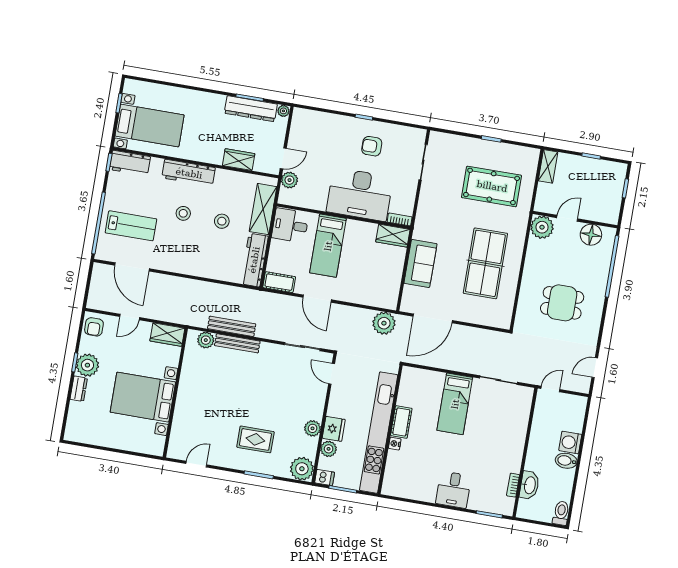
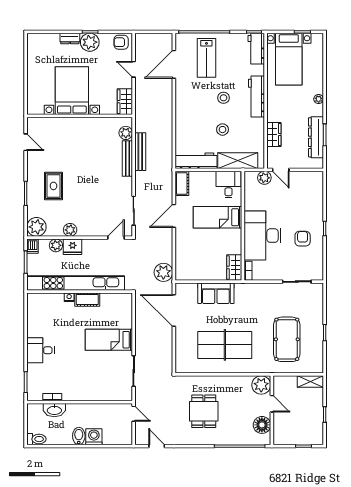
plant: (283, 111) -> (319, 99), moved

